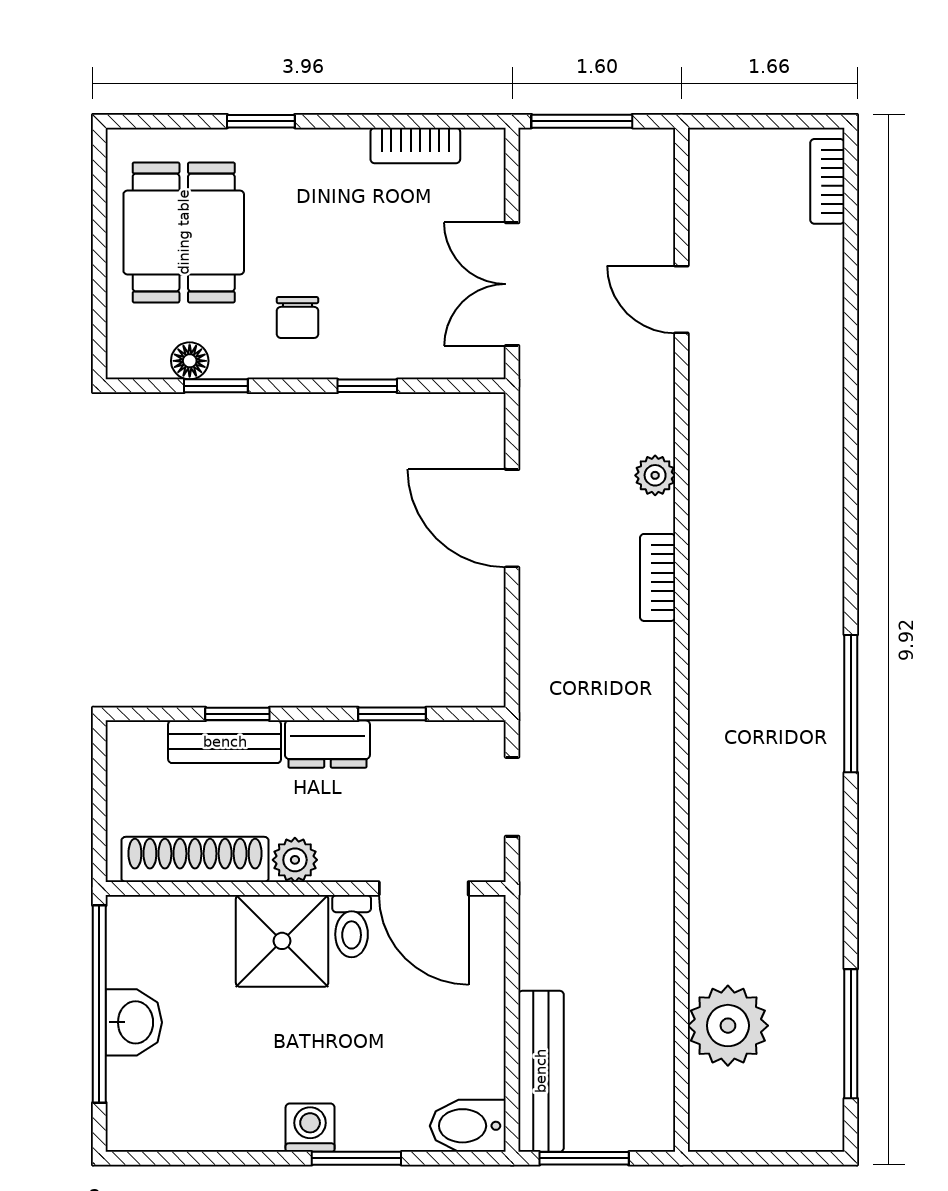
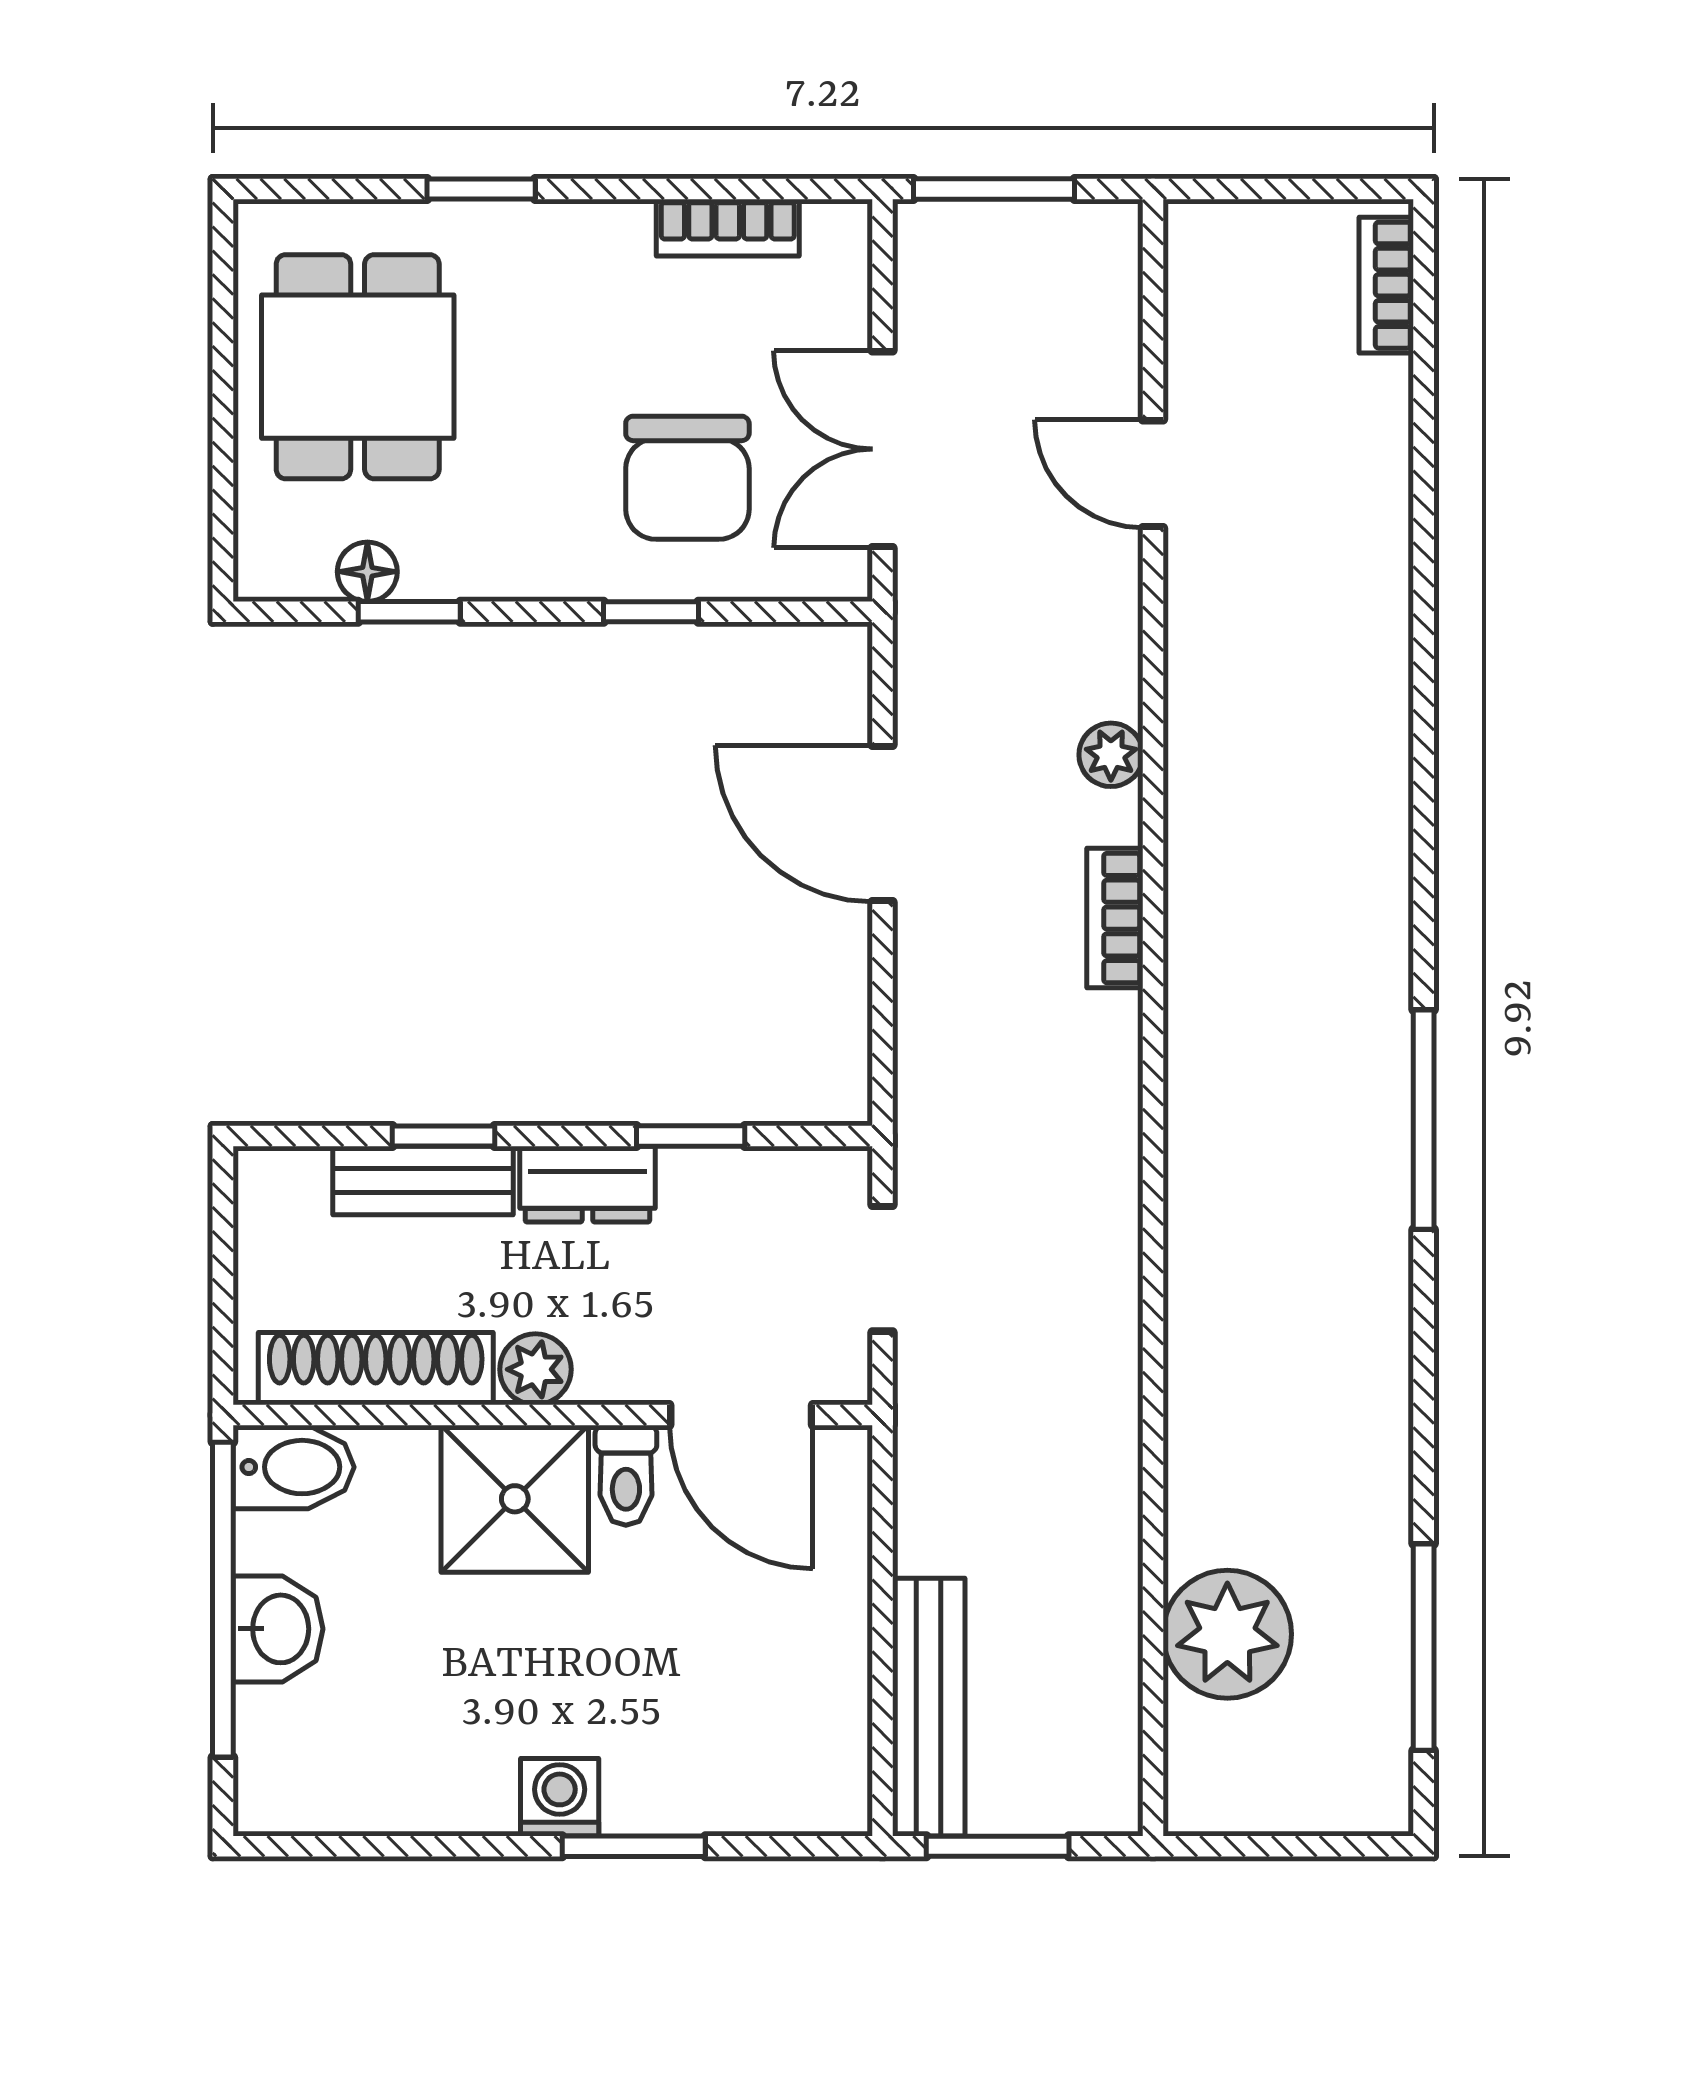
chair: (297, 317) -> (687, 478), moved, width x1.87, depth x1.87
bidet: (468, 1126) -> (294, 1467), moved, turned 180

